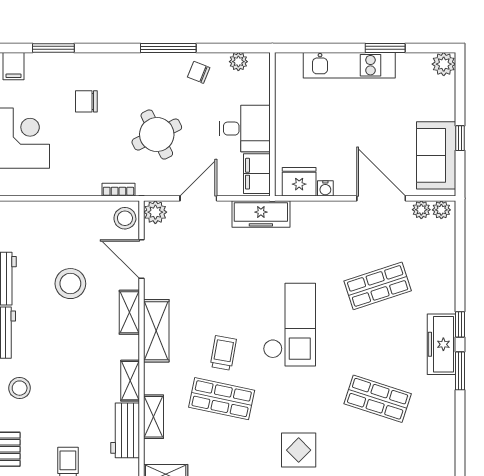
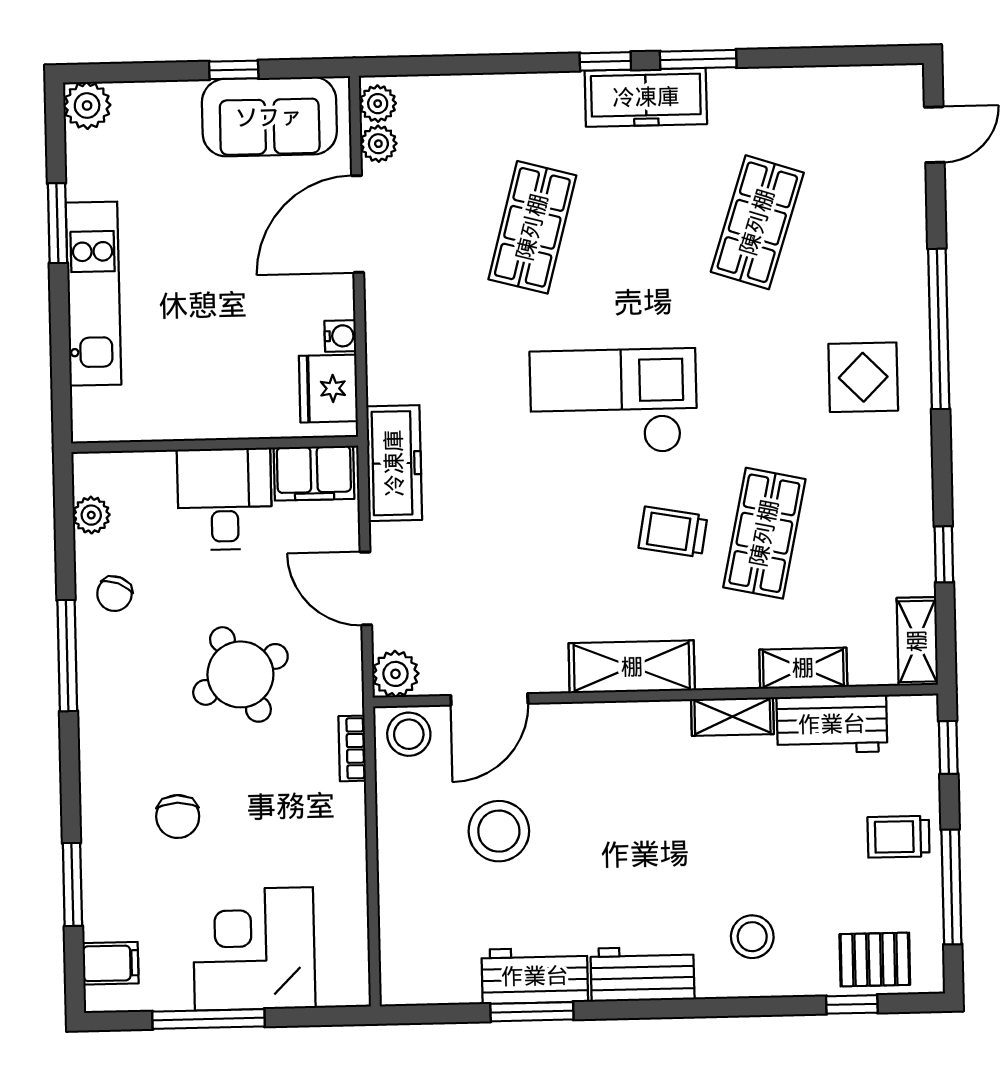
stool: (70, 284) -> (499, 831), moved
shop shelf: (378, 286) -> (532, 227), turned 33
shelving: (129, 312) -> (596, 721), removed

